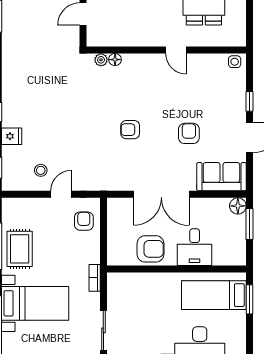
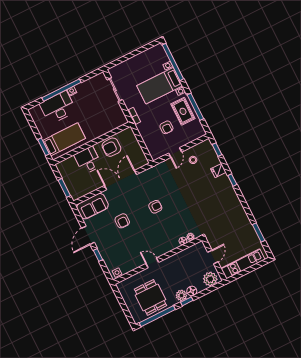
floor lamp: (238, 206) -> (76, 195), removed
armchair: (84, 221) -> (166, 127), moved

